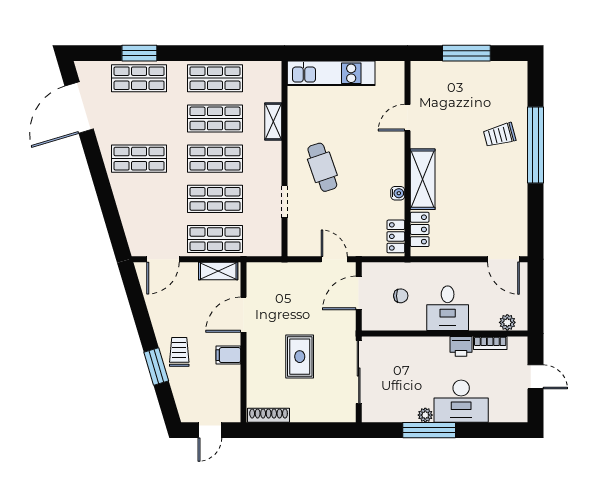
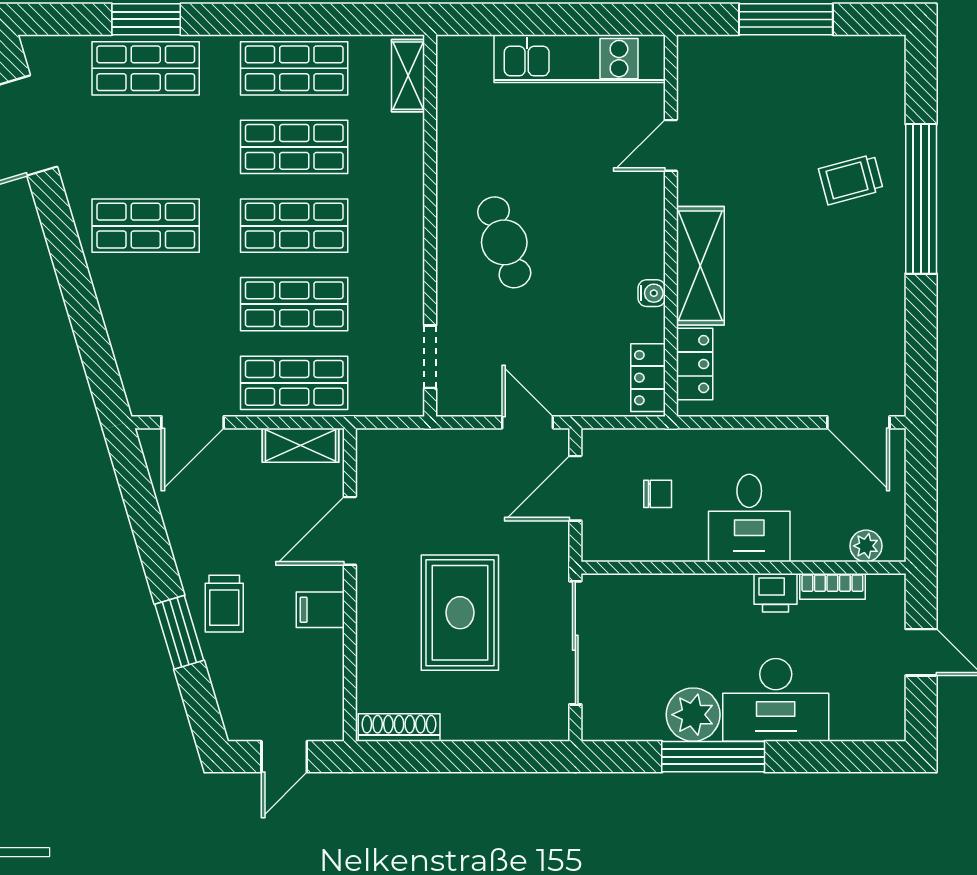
kitchen unit: (331, 73) -> (580, 59), moved
shelving: (273, 122) -> (408, 76), moved
doorway: (284, 202) -> (430, 357), moved
trolley: (179, 352) -> (224, 604), turned 180
rug: (300, 357) -> (460, 613), width x1.36, depth x1.43
plant: (425, 415) -> (693, 715), width x1.87, depth x1.87

